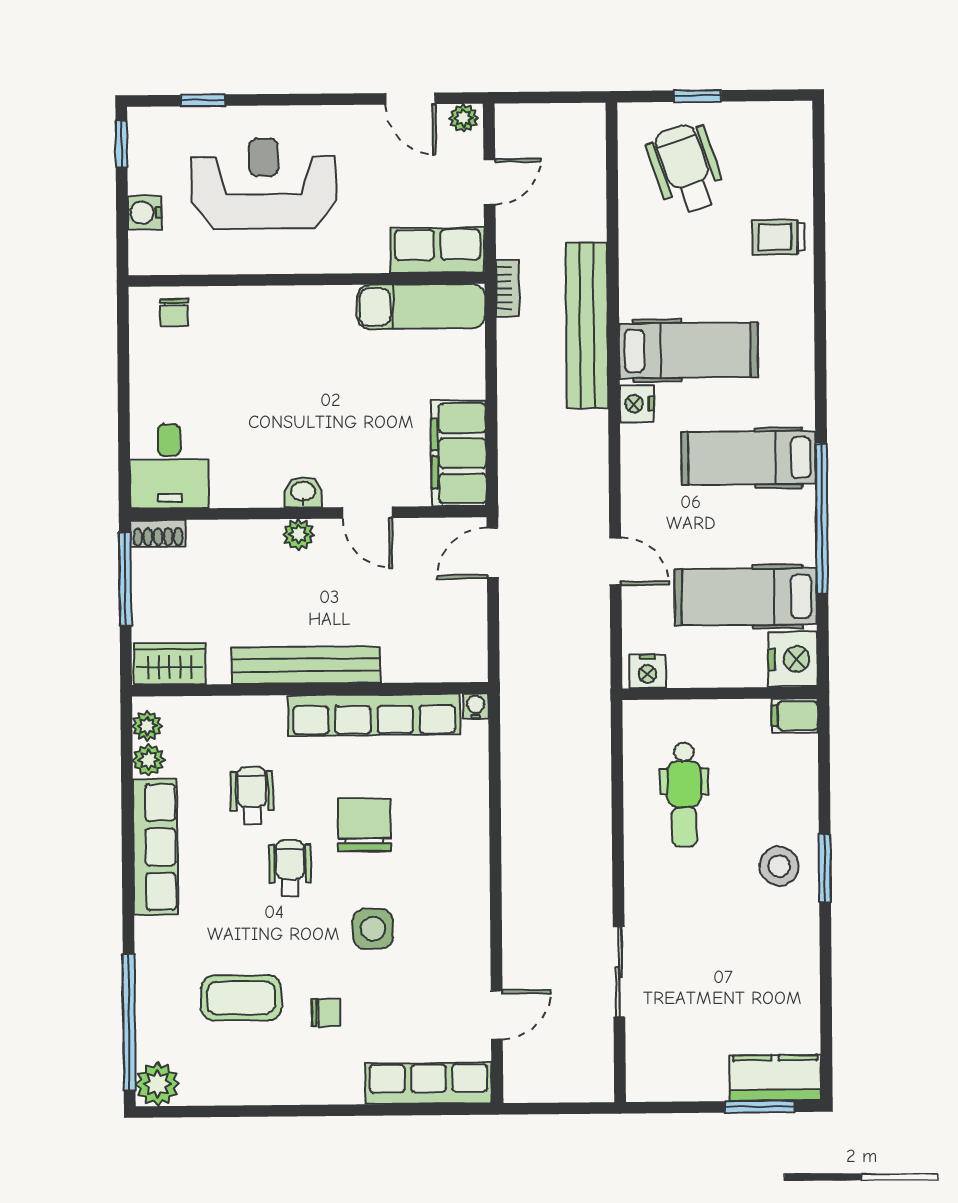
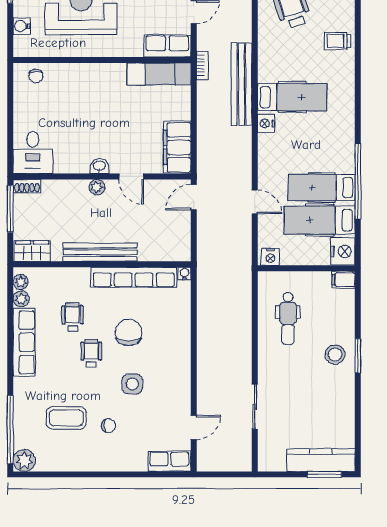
hospital bed: (749, 458) -> (322, 188), moved
kitchen counter: (775, 1078) -> (321, 460), width x1.50
row of seats: (428, 1083) -> (169, 461), width x0.68

